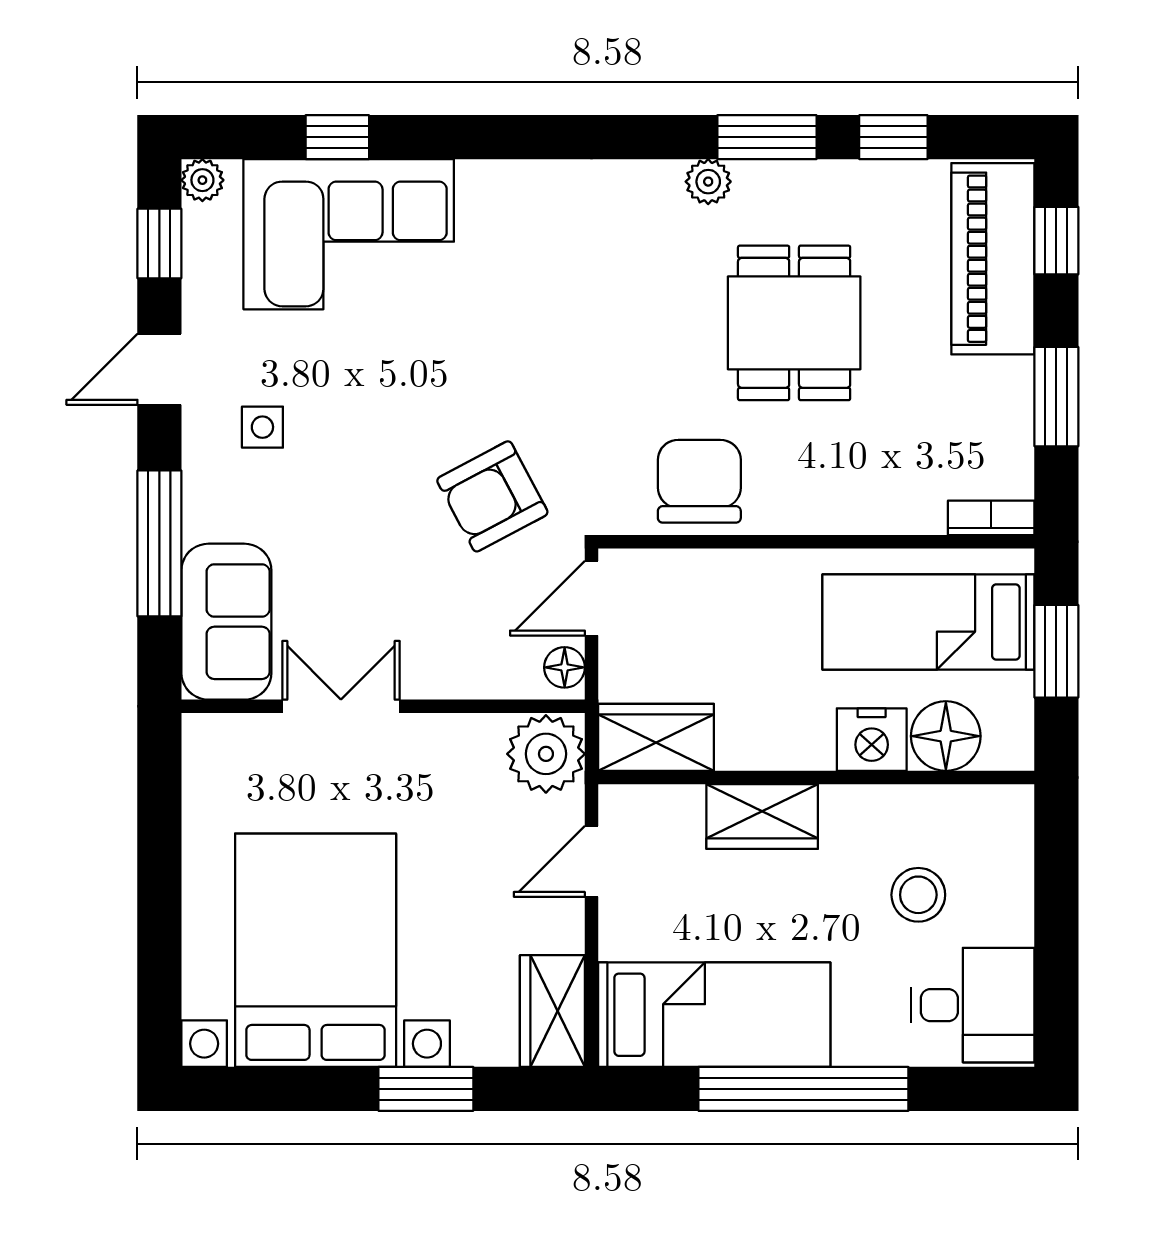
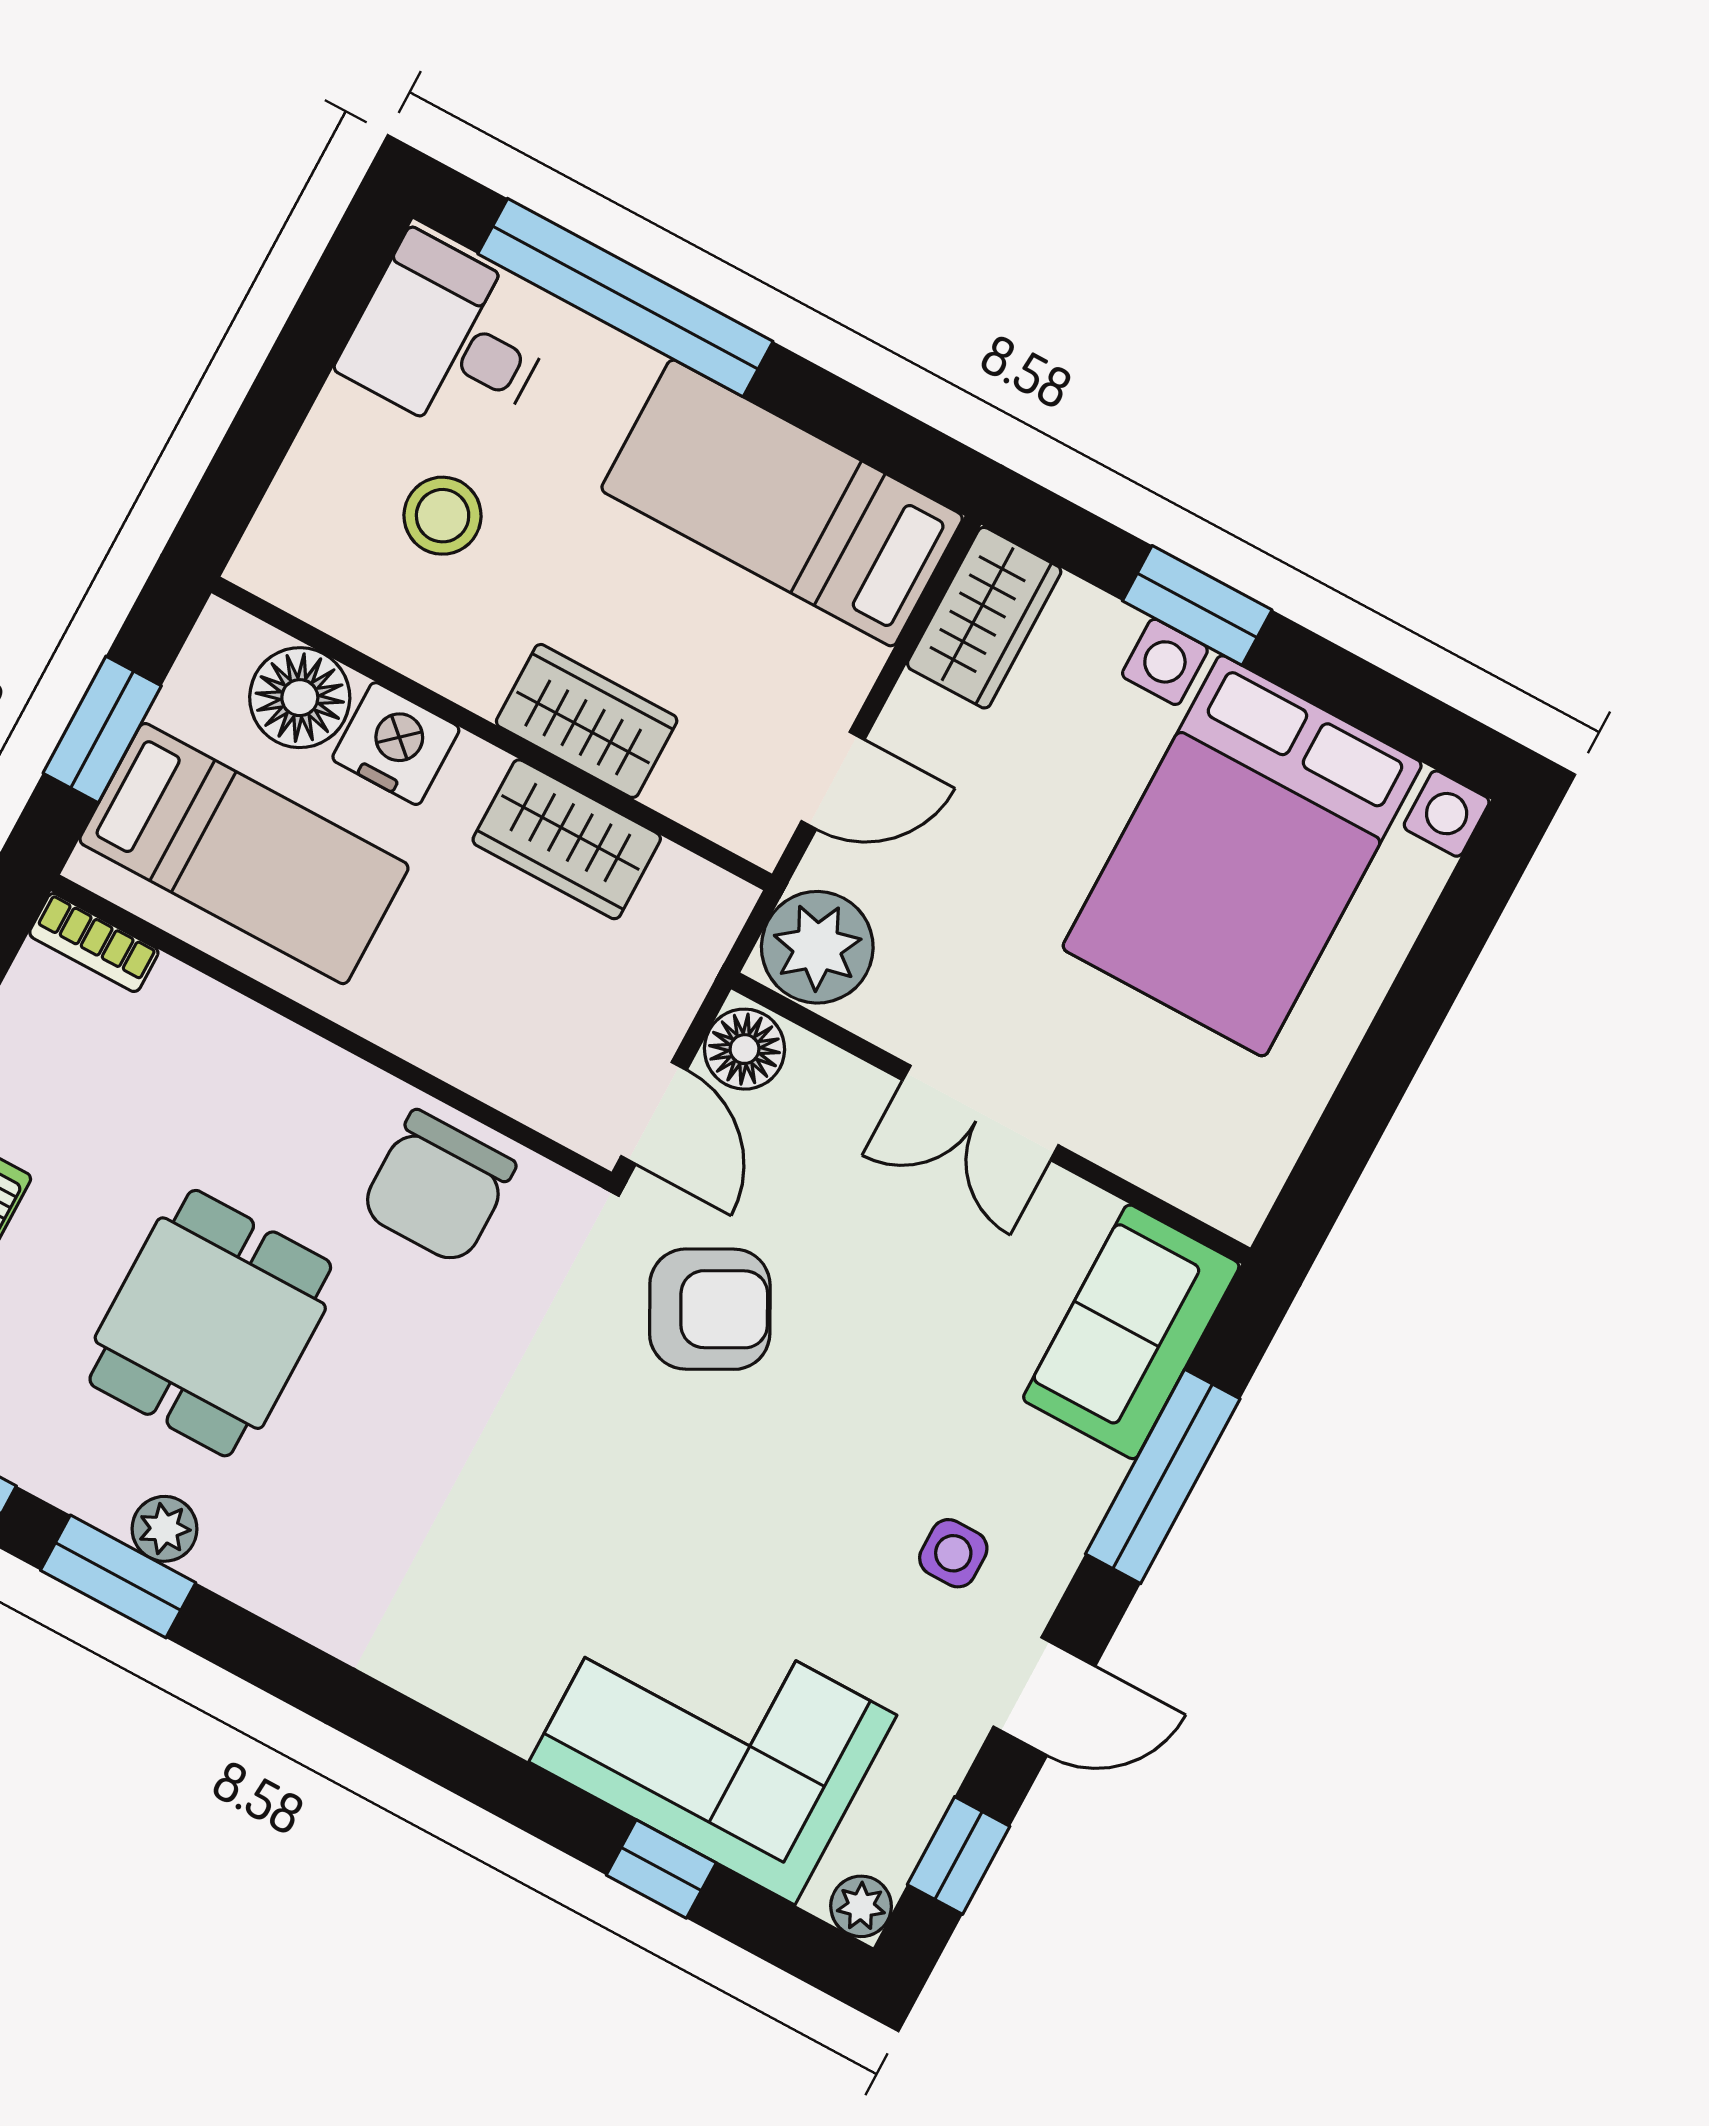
plant: (708, 182) -> (164, 1529), moved
door: (591, 598) -> (654, 1113), hinge flipped
floor lamp: (565, 667) -> (745, 1049), width x1.37, depth x1.37
double door: (341, 706) -> (980, 1113), moved
wardrobe: (656, 737) -> (567, 839), moved
window: (803, 1089) -> (625, 298), moved

